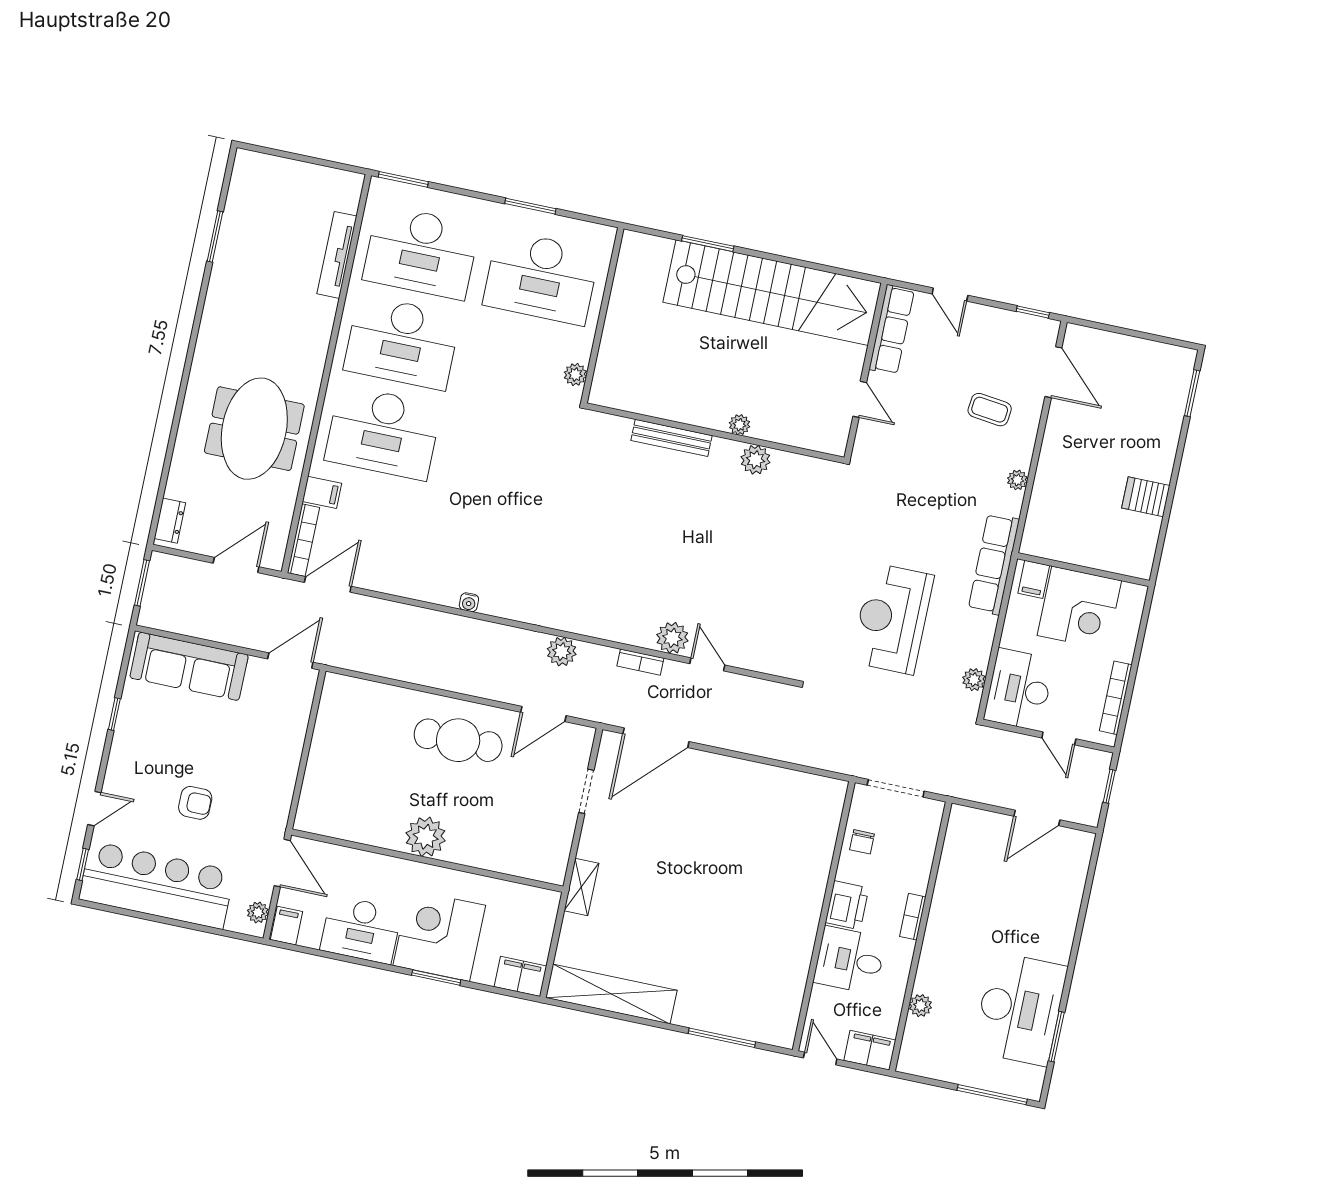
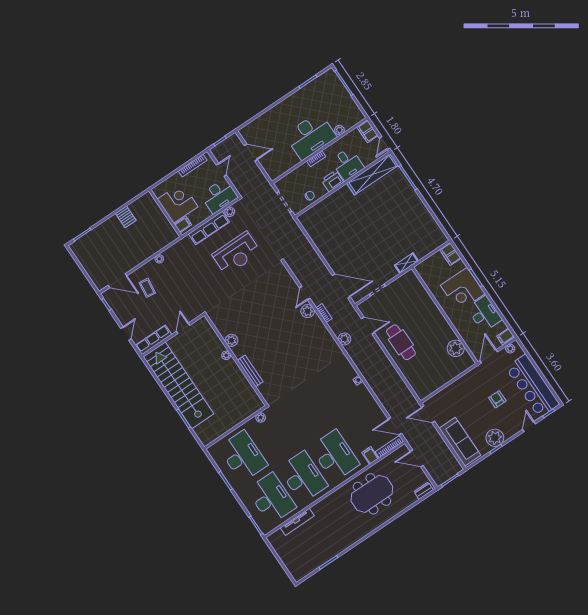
door: (1053, 372) -> (117, 281), swing flipped
row of seats: (994, 564) -> (209, 228), moved
plant: (135, 732) -> (495, 438), added
door: (94, 809) -> (529, 427), hinge flipped
plant: (426, 837) -> (456, 348), moved
shelving: (611, 994) -> (373, 174), moved, turned 90
desk: (1020, 1009) -> (311, 136), moved, turned 180

